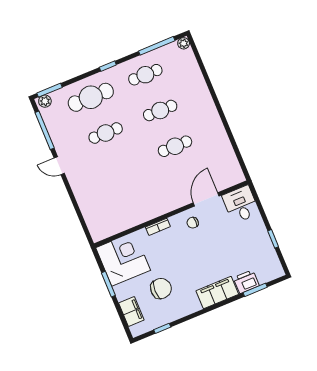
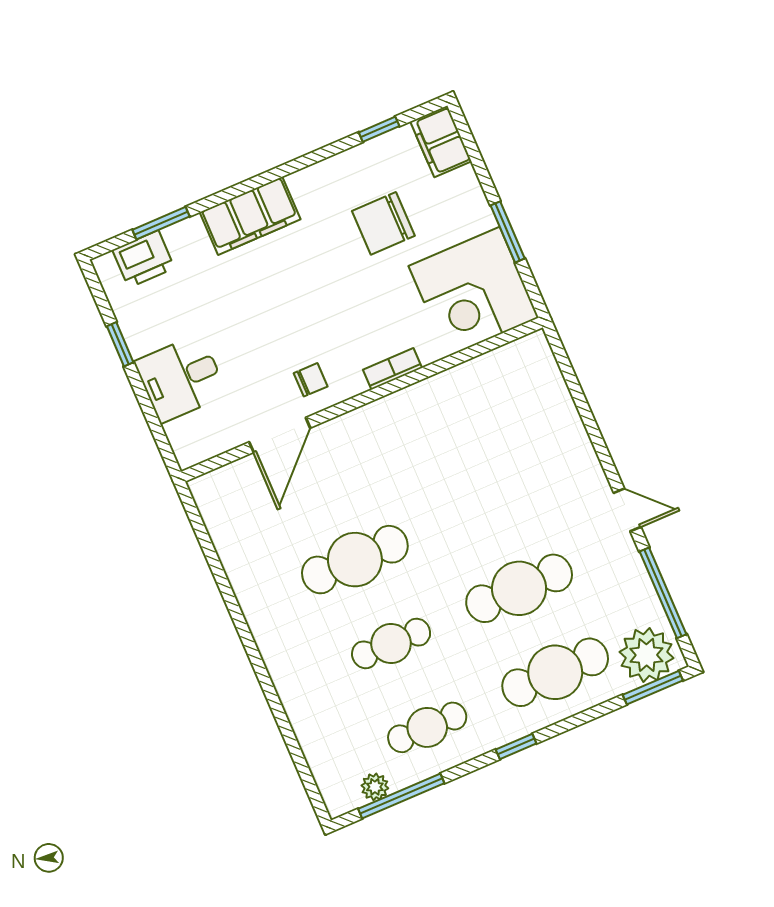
plant: (184, 43) -> (375, 787), moved
plant: (45, 101) -> (646, 655), width x1.88, depth x1.88
cafe table: (106, 133) -> (519, 588), width x1.37, depth x1.35
cafe table: (175, 146) -> (355, 560), width x1.37, depth x1.35
desk: (241, 204) -> (181, 378), moved, turned 90
printer: (246, 282) -> (143, 259), moved
filing cabinet: (131, 311) -> (441, 141), moved

